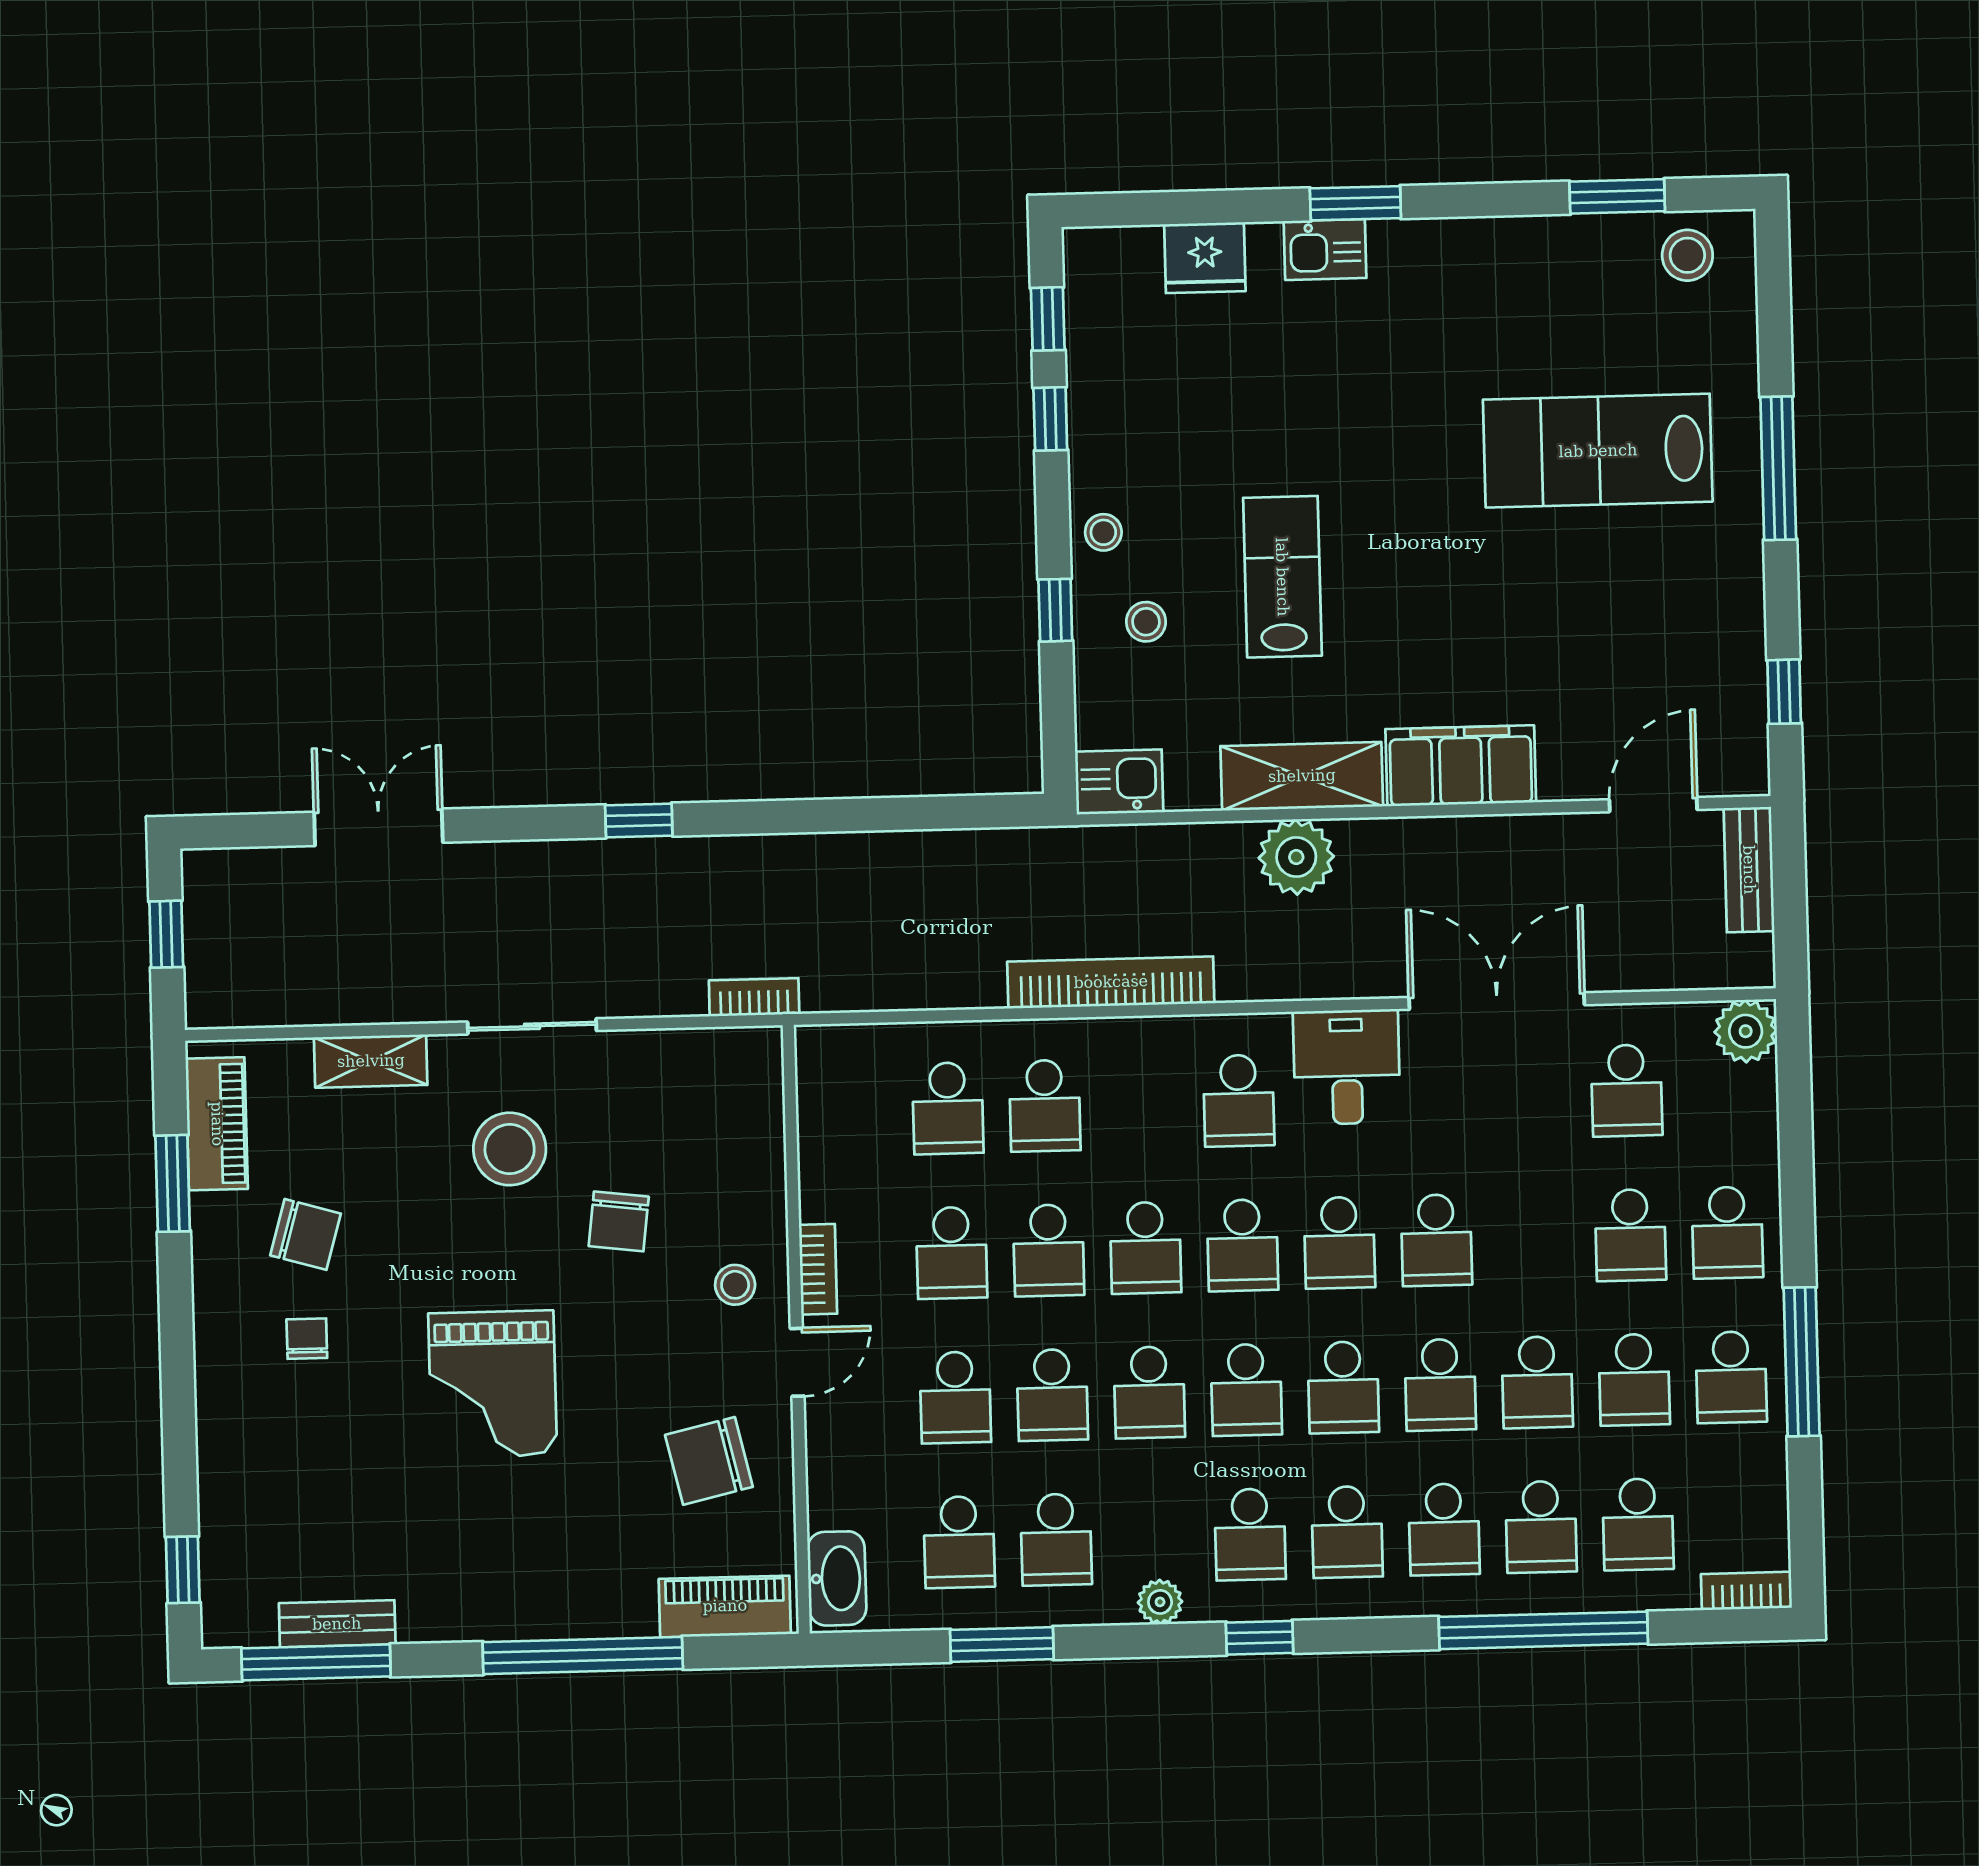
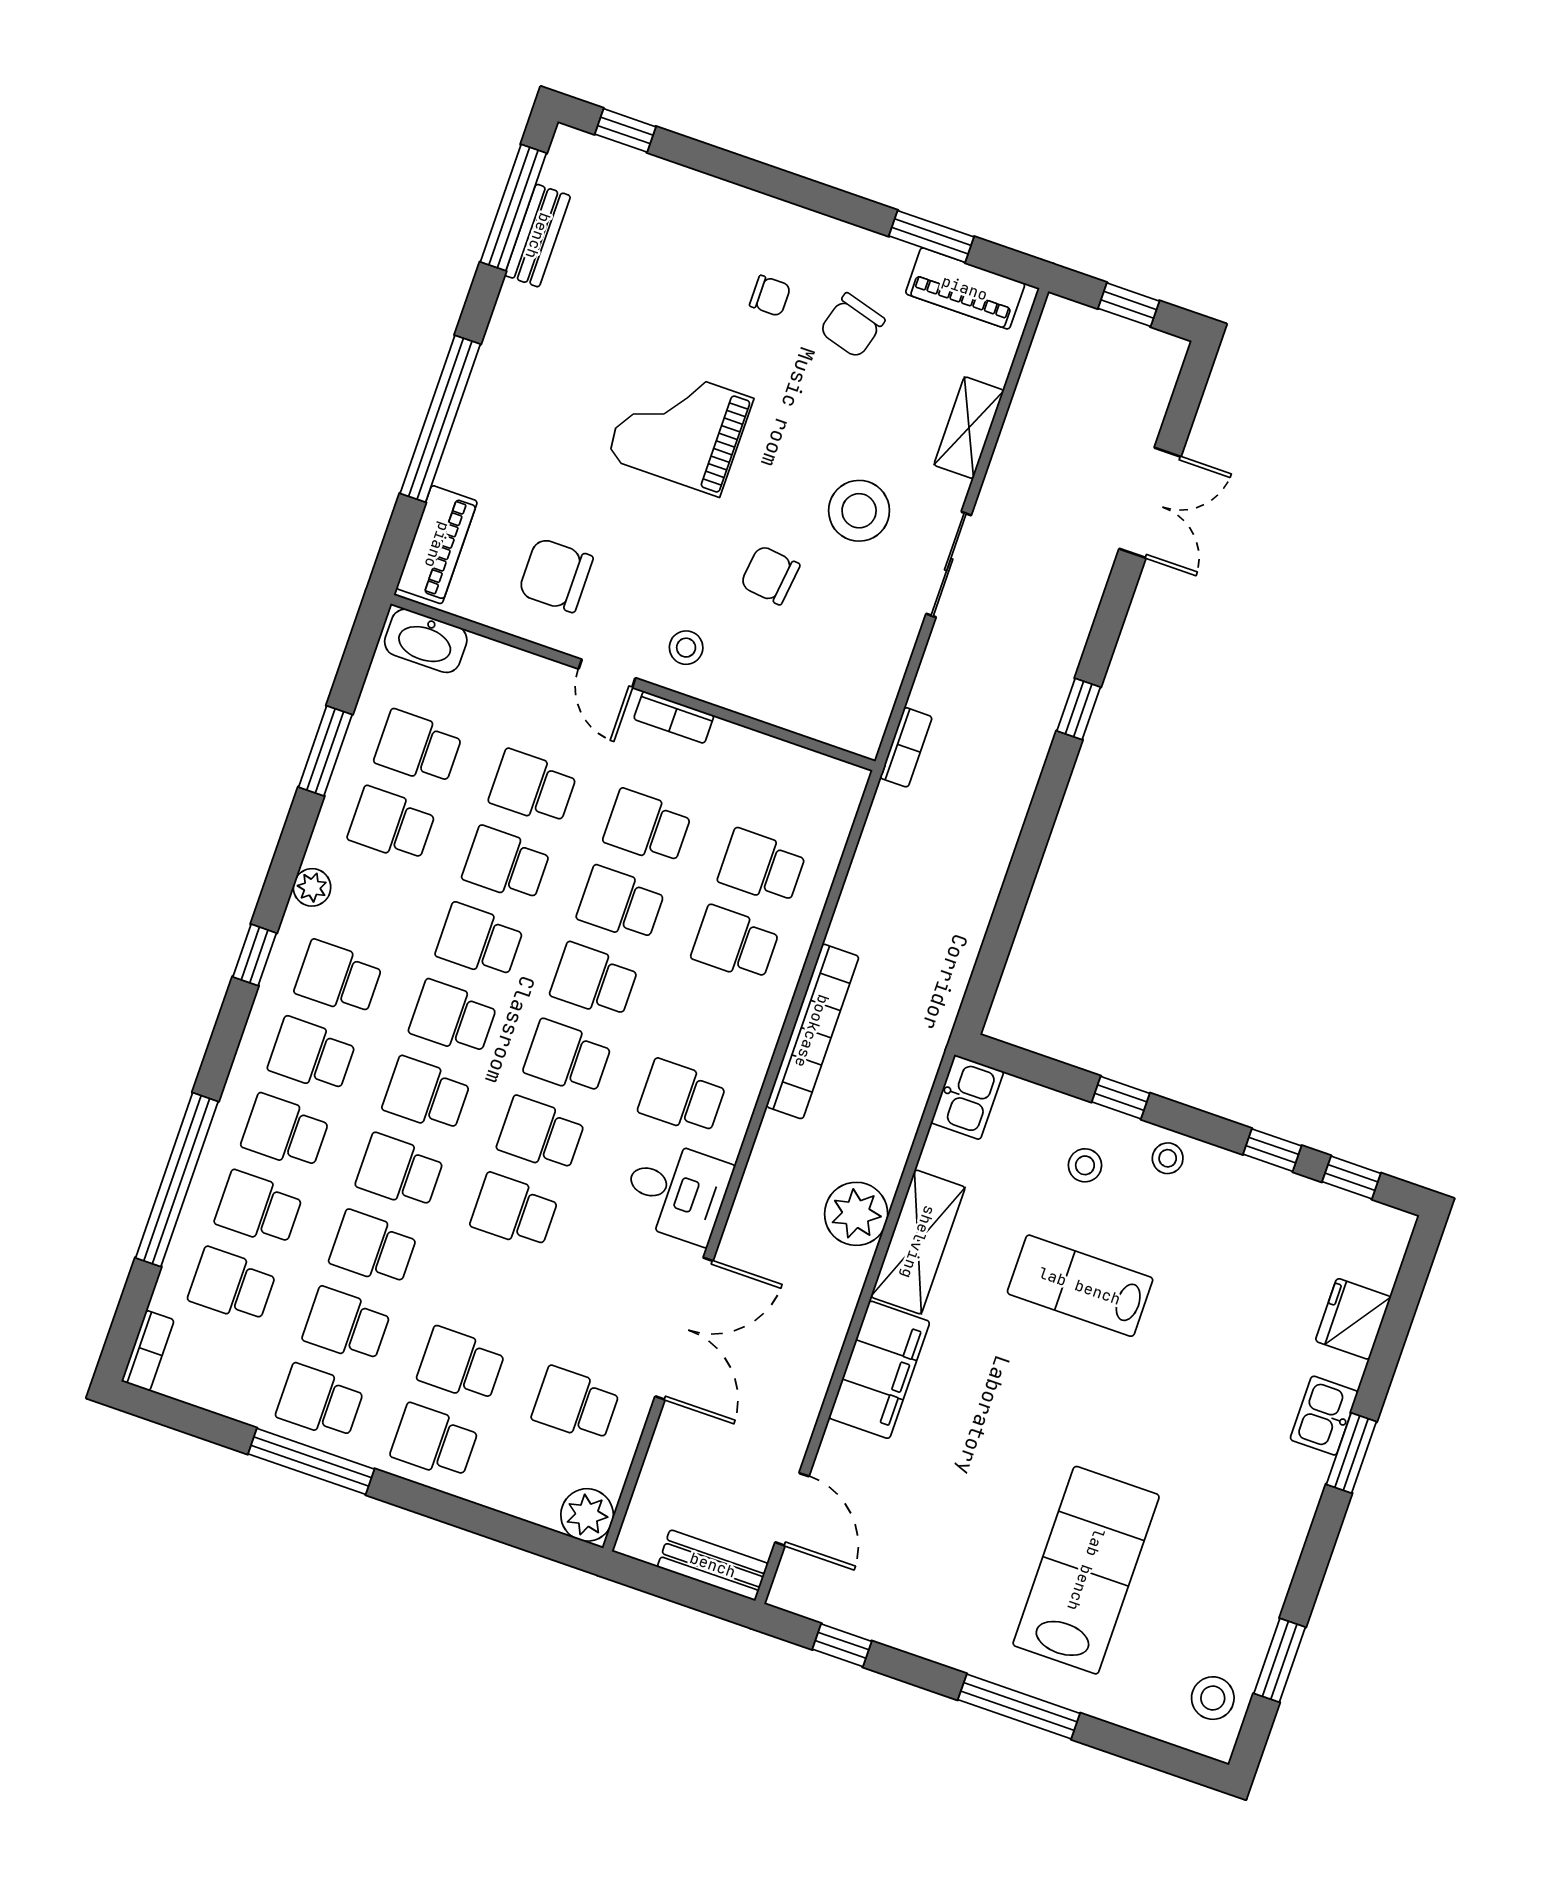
lab bench: (1282, 577) -> (1080, 1286), turned 180
chair: (709, 1461) -> (556, 575), turned -77

